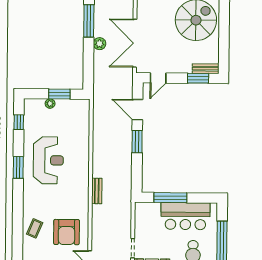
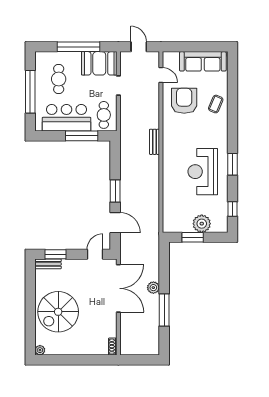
plant: (50, 104) -> (202, 224), width x1.88, depth x1.88
cafe table: (148, 219) -> (104, 115), added

